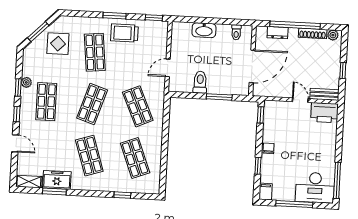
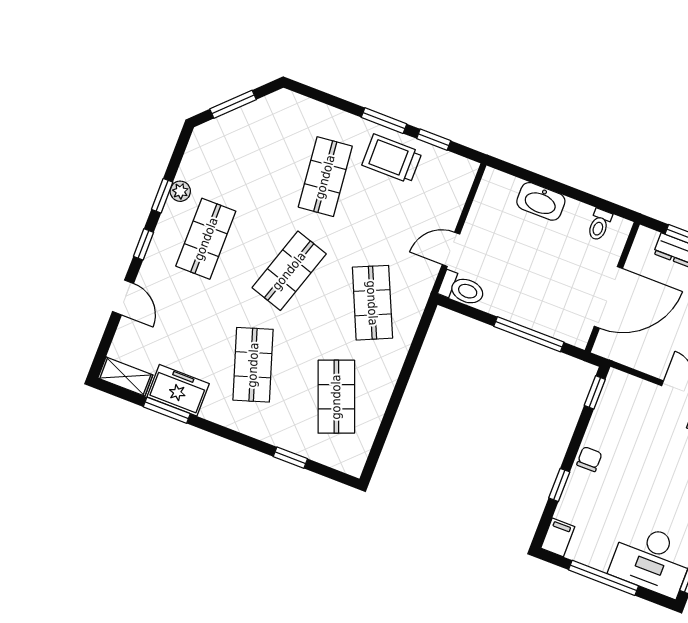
window: (154, 18) -> (434, 140), moved
display table: (58, 44) -> (262, 138), removed
toilet: (200, 82) -> (462, 289), moved, turned 90
window: (219, 97) -> (529, 334), width x1.44

